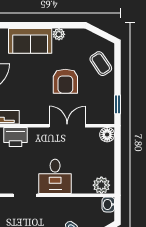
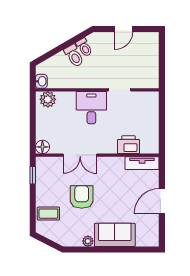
coffee table: (101, 64) -> (48, 214), turned -56

